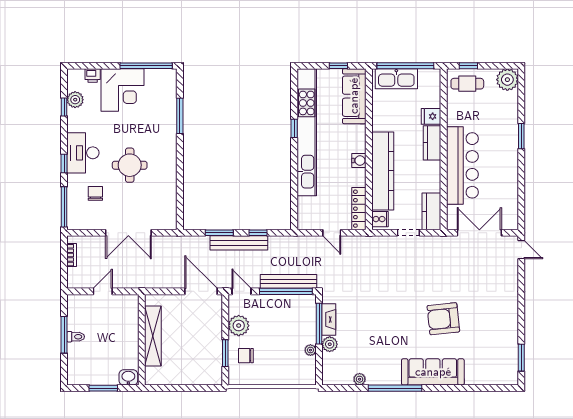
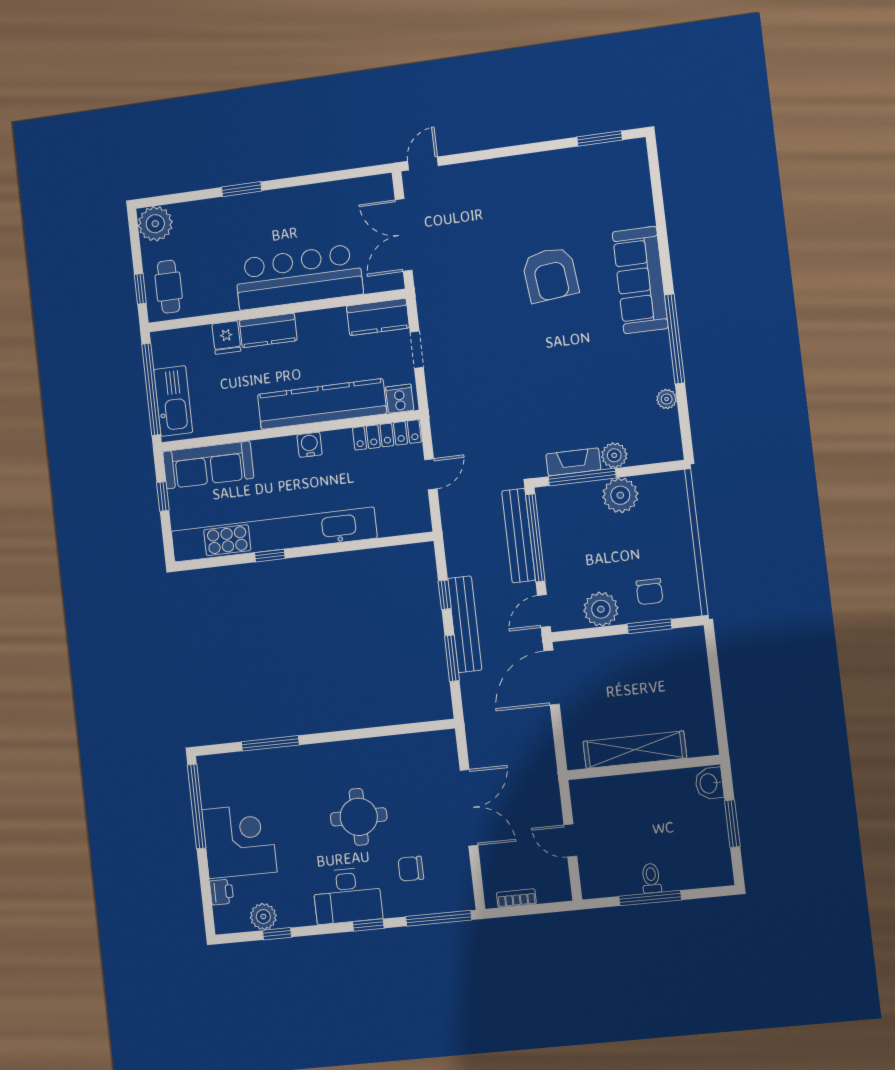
plant: (310, 350) -> (620, 495), width x1.88, depth x1.88

